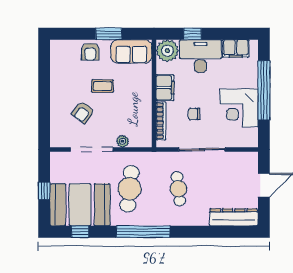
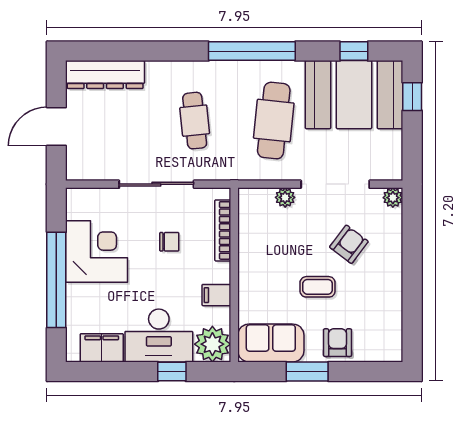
filing cabinet: (165, 88) -> (216, 295), width x0.50
plant: (56, 141) -> (393, 198), added
window: (44, 191) -> (412, 97), moved

